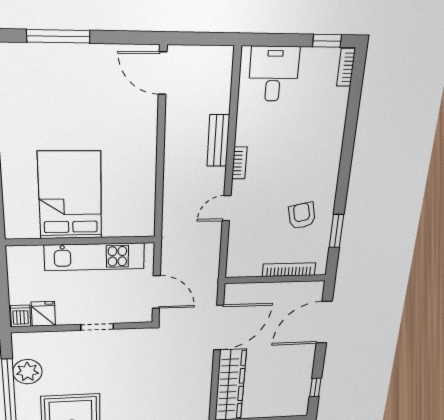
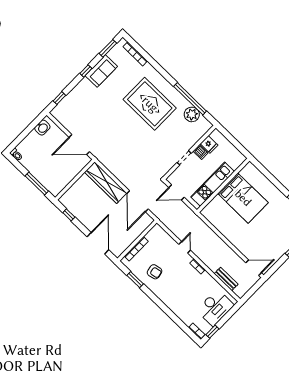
desk: (274, 74) -> (215, 308), width x1.37
bench: (218, 141) -> (226, 279), moved
dishwasher: (21, 316) -> (201, 152), moved

